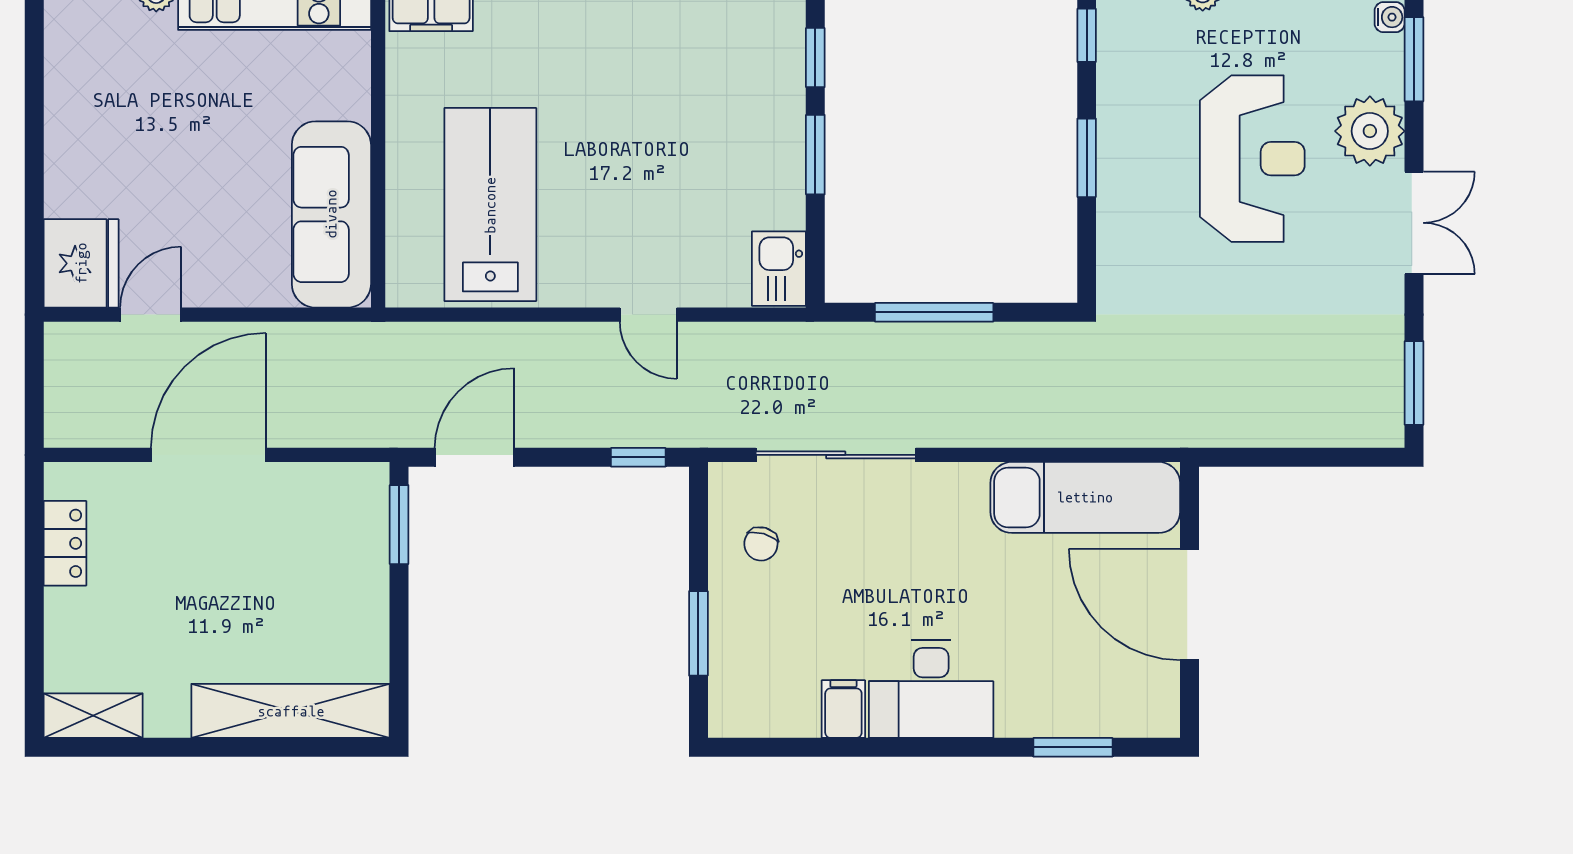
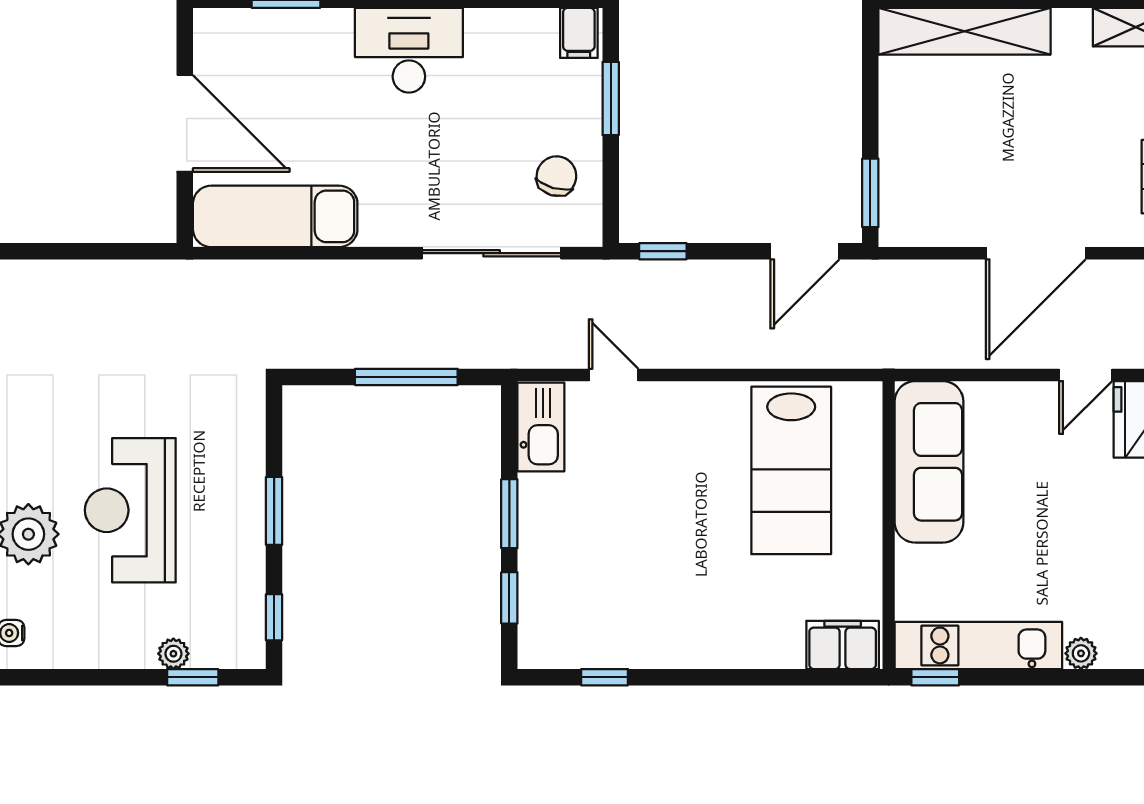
kitchen sink: (779, 269) -> (541, 427), width x1.38
door: (648, 315) -> (614, 375), moved
chair: (761, 544) -> (556, 176), width x1.37, depth x1.37
filing cabinet: (843, 709) -> (579, 33), moved

